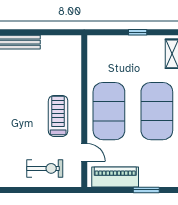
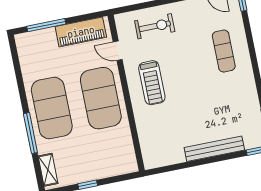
exercise bike: (45, 168) -> (155, 26), turned 180
window: (146, 190) -> (46, 25), width x1.44

